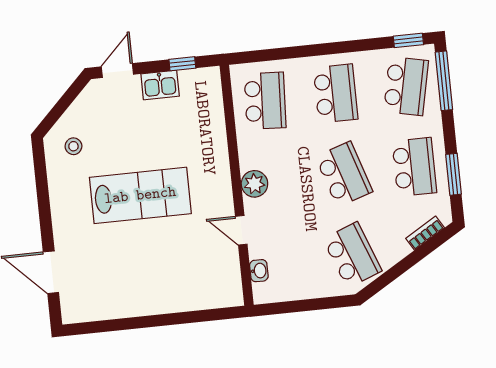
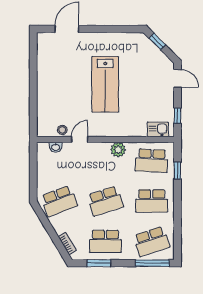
window: (408, 40) -> (177, 170), moved
kitchen sink: (160, 85) -> (158, 129), moved, turned 90
school desk: (406, 86) -> (152, 241), turned -30
window: (56, 112) -> (157, 42), added
stool: (73, 146) -> (62, 130), moved
plant: (254, 184) -> (118, 150), moved

